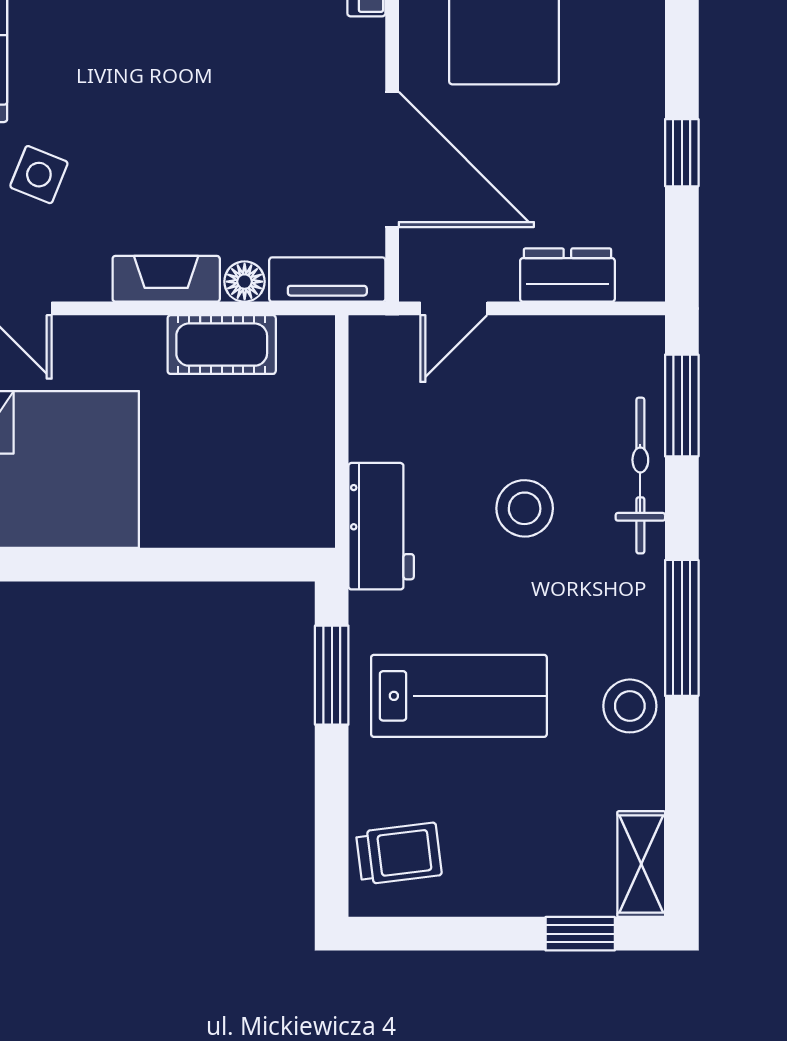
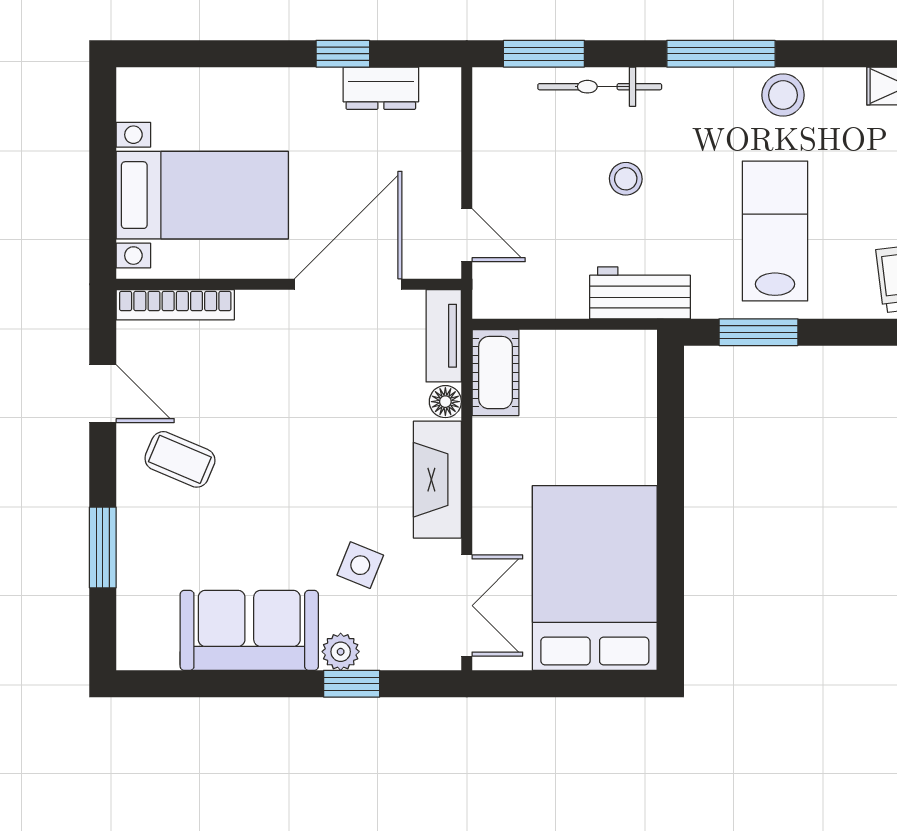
dresser: (567, 275) -> (381, 88), moved, turned -90
fireplace: (166, 279) -> (437, 480), width x1.37, depth x1.32
cot: (222, 345) -> (495, 373), moved
stool: (525, 508) -> (626, 179), width x0.73, depth x0.73

